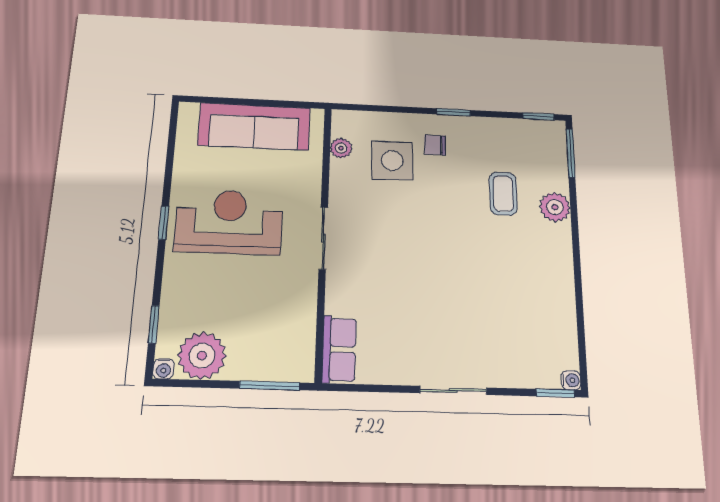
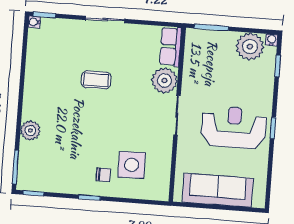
plant: (341, 148) -> (164, 80), moved, width x1.88, depth x1.88
coffee table: (503, 194) -> (96, 80), moved, turned 90
reception desk: (229, 222) -> (234, 127), turned 180

